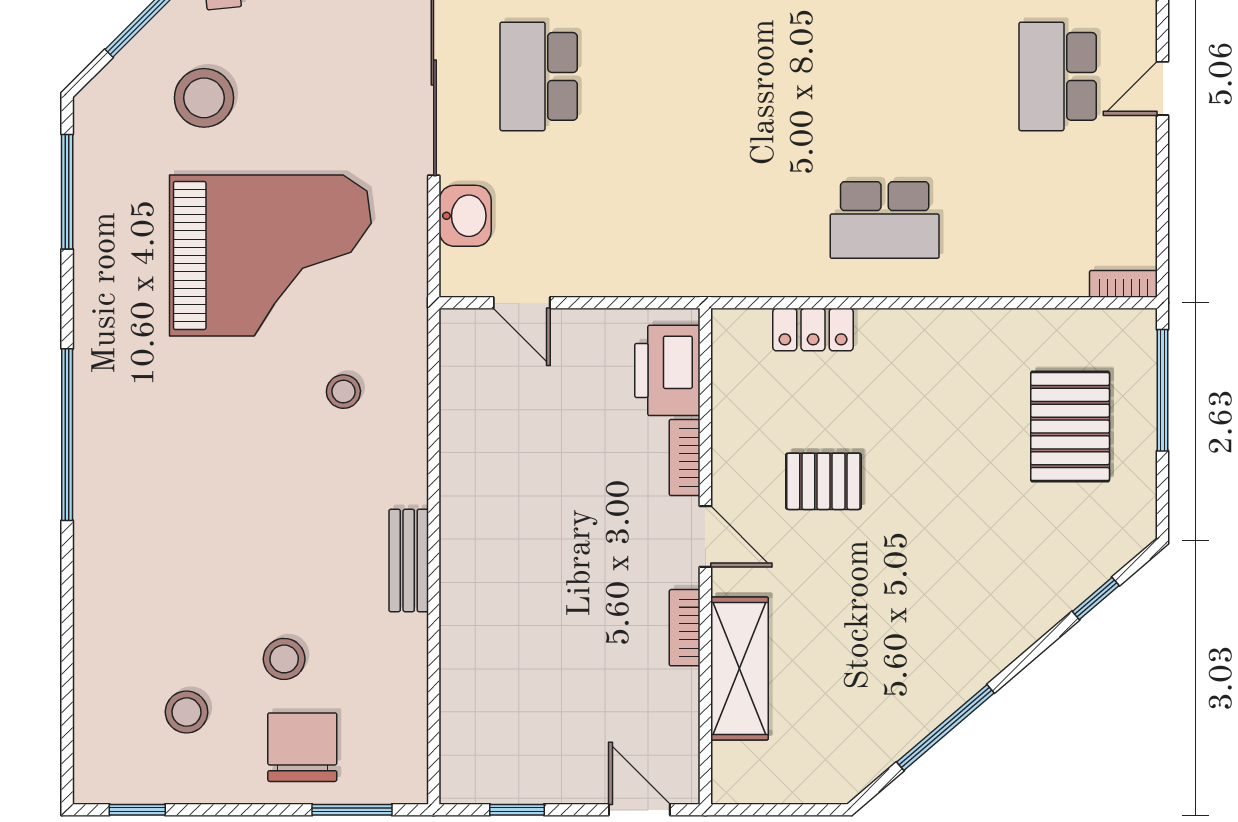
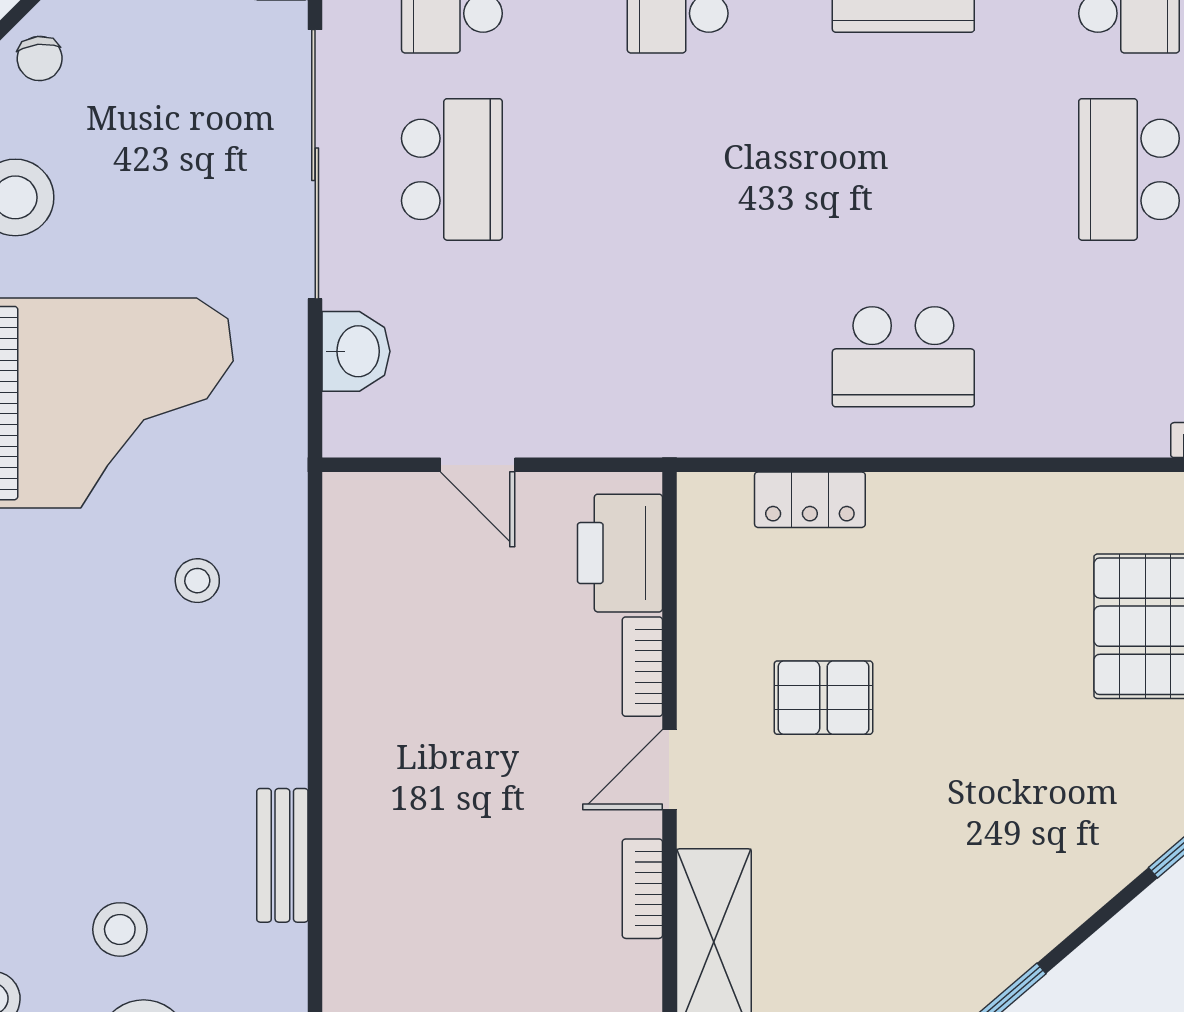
school desk: (539, 76) -> (452, 169), turned 180
door: (522, 303) -> (478, 465), moved
door: (705, 536) -> (669, 770), swing flipped
bench: (409, 561) -> (282, 855), moved

